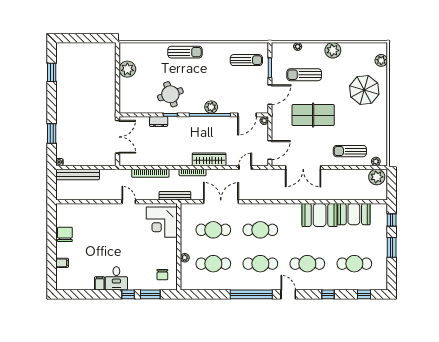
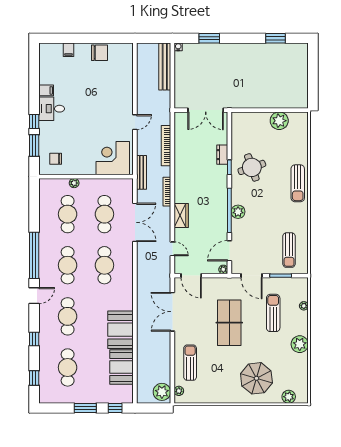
door: (247, 115) -> (229, 251), hinge flipped
wardrobe: (209, 159) -> (181, 216), width x0.67

